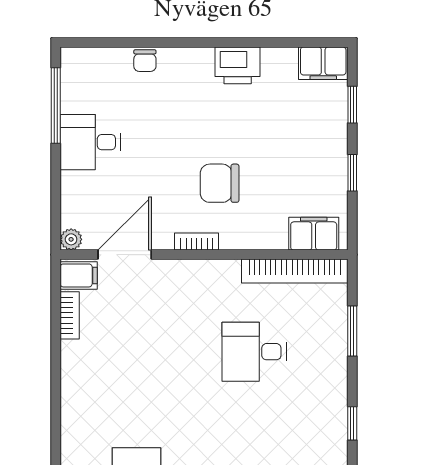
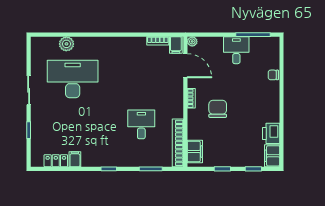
printer: (238, 65) -> (271, 133), moved

